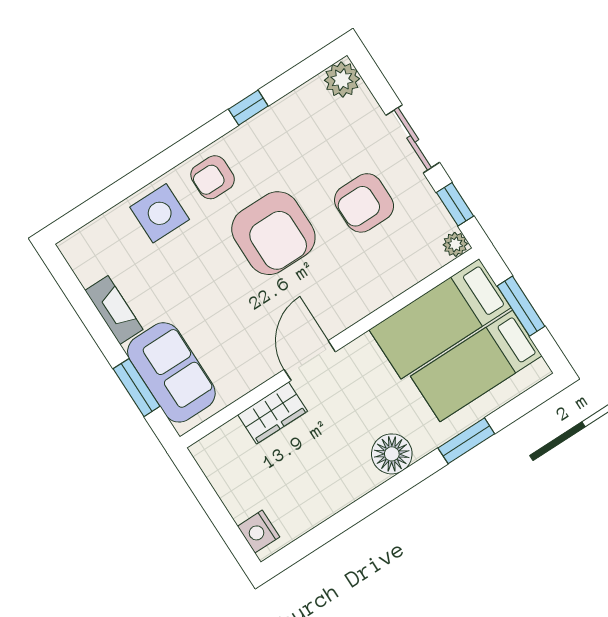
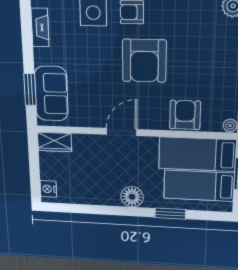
armchair: (364, 203) -> (185, 115), moved, turned 90
fireplace: (114, 310) -> (40, 28), moved
wardrobe: (273, 413) -> (55, 142), moved

